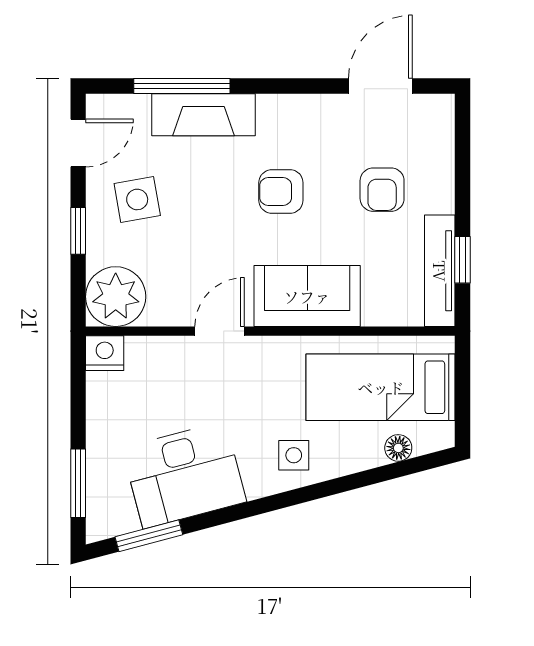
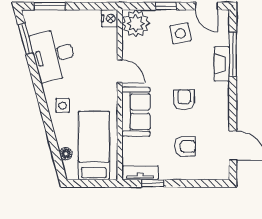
fireplace: (204, 115) -> (222, 64), width x0.73, depth x0.76
armchair: (382, 190) -> (185, 146), turned 180
tv unit: (440, 271) -> (140, 173), width x0.71

